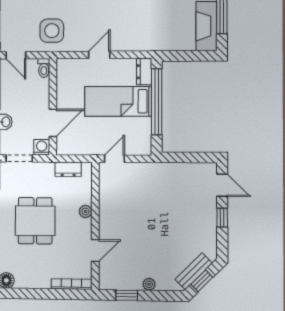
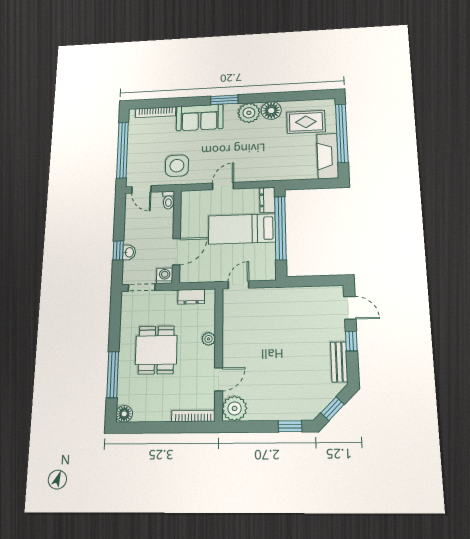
bench: (194, 271) -> (339, 362), moved, turned -45
plant: (149, 284) -> (235, 408), moved, width x1.88, depth x1.88
window: (127, 295) -> (290, 426), moved

